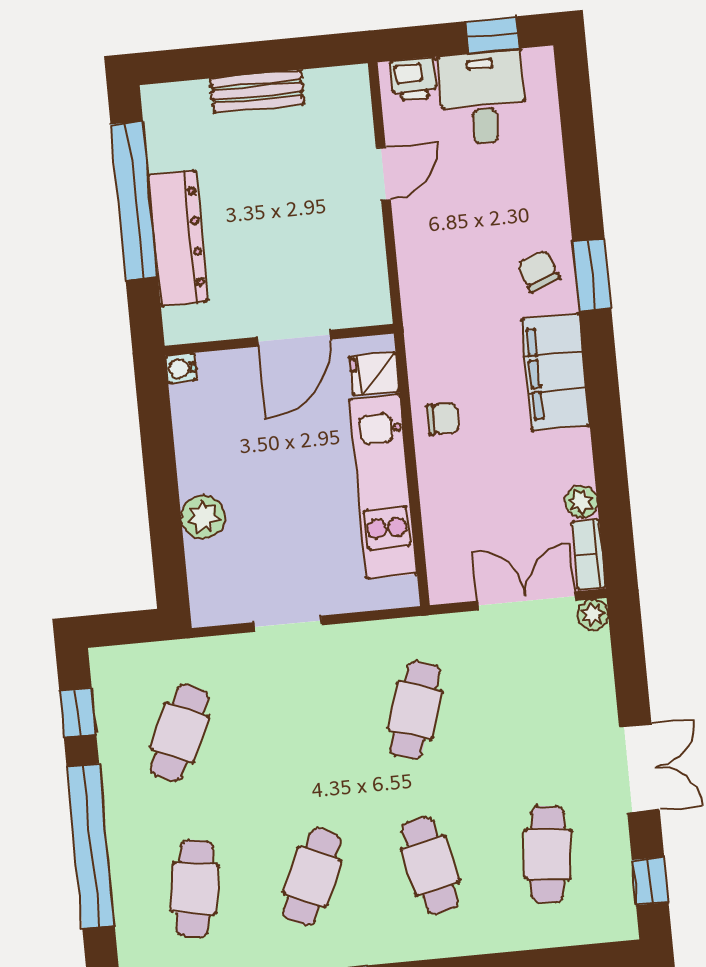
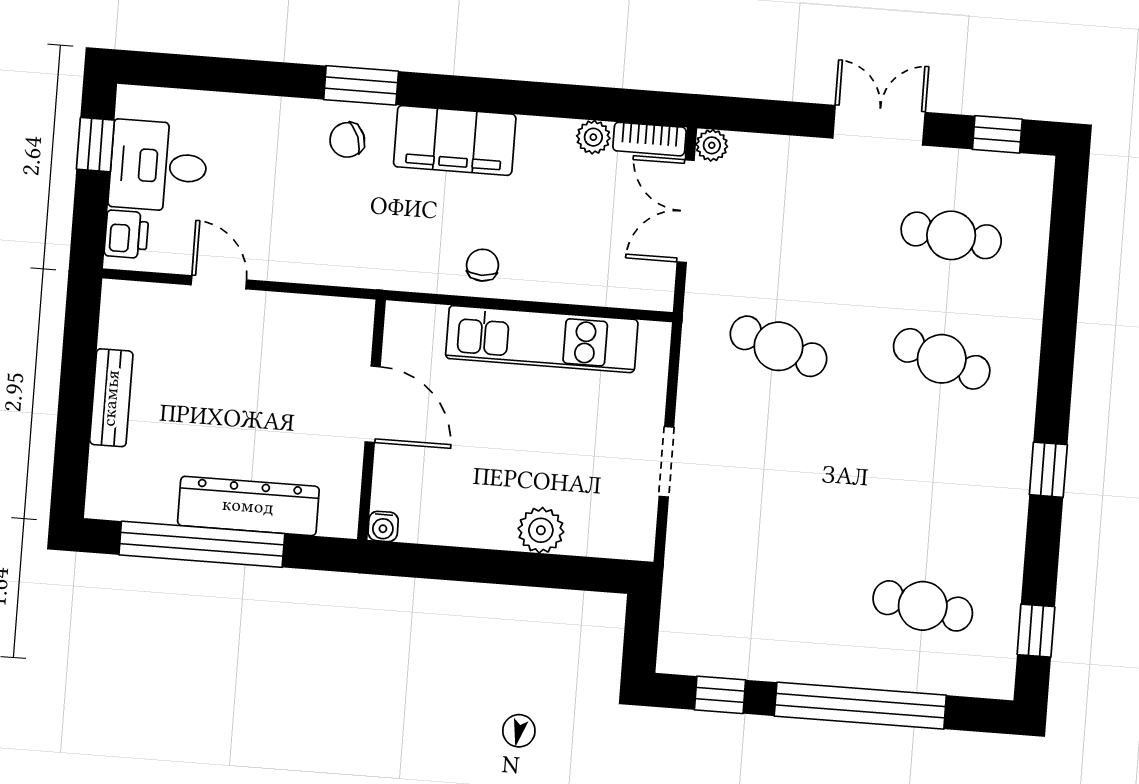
fridge: (374, 374) -> (424, 328), removed
cafe table: (180, 733) -> (760, 593), removed
cafe table: (430, 866) -> (942, 359), turned 30
cafe table: (312, 877) -> (932, 482), removed

